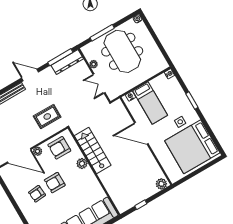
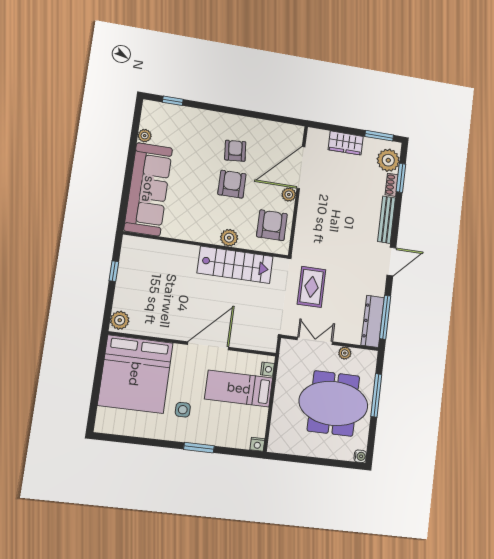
rug: (47, 116) -> (311, 287), moved
bed: (192, 147) -> (135, 374), moved, turned 180

